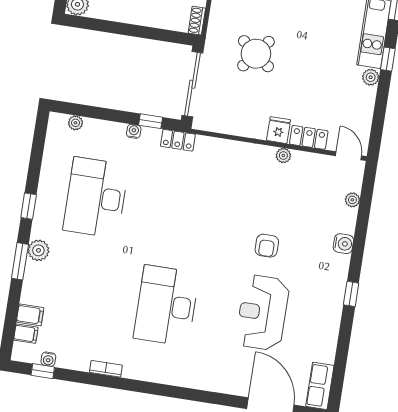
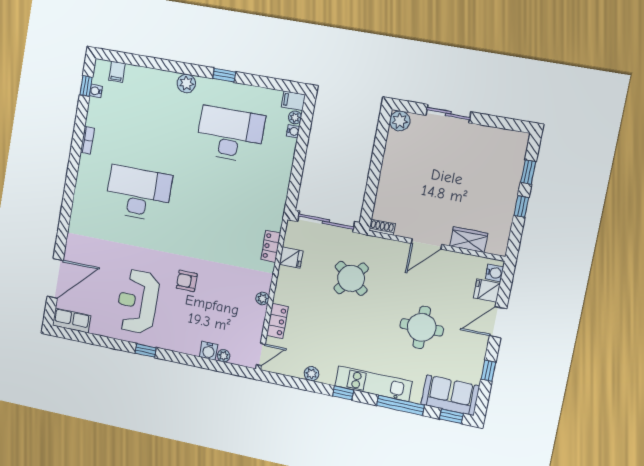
plant: (371, 77) -> (311, 374), moved
window: (151, 121) -> (295, 184), removed
fridge: (279, 130) -> (291, 258), moved
water cooler: (134, 131) -> (293, 131), moved
locker: (178, 140) -> (271, 246), moved
water cooler: (343, 244) -> (209, 351), moved
window: (20, 261) -> (177, 67), removed
reception desk: (263, 313) -> (138, 302), moved, turned -90
filing cabinet: (30, 315) -> (293, 101), moved, turned 90

